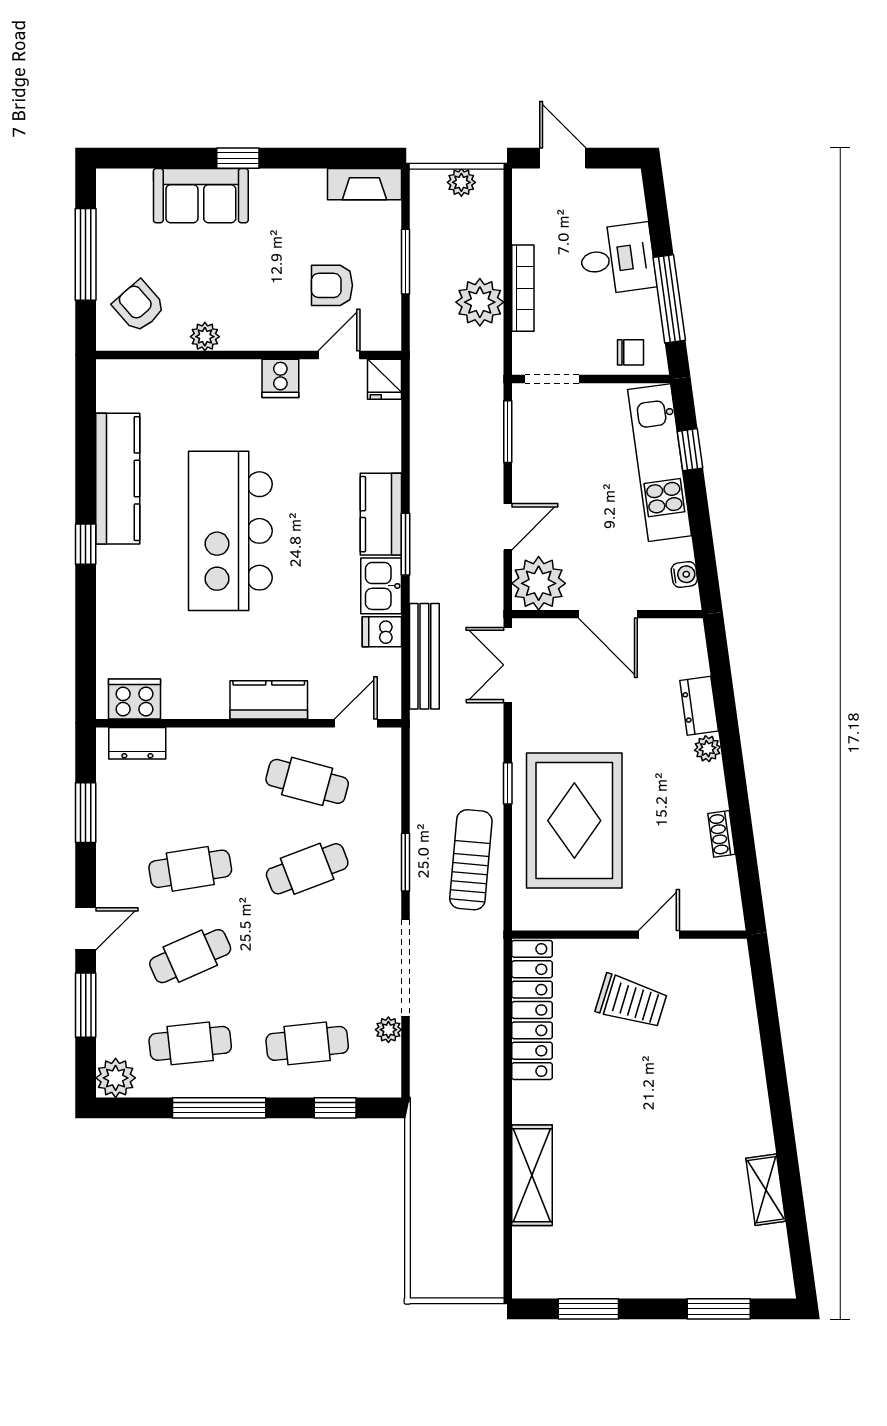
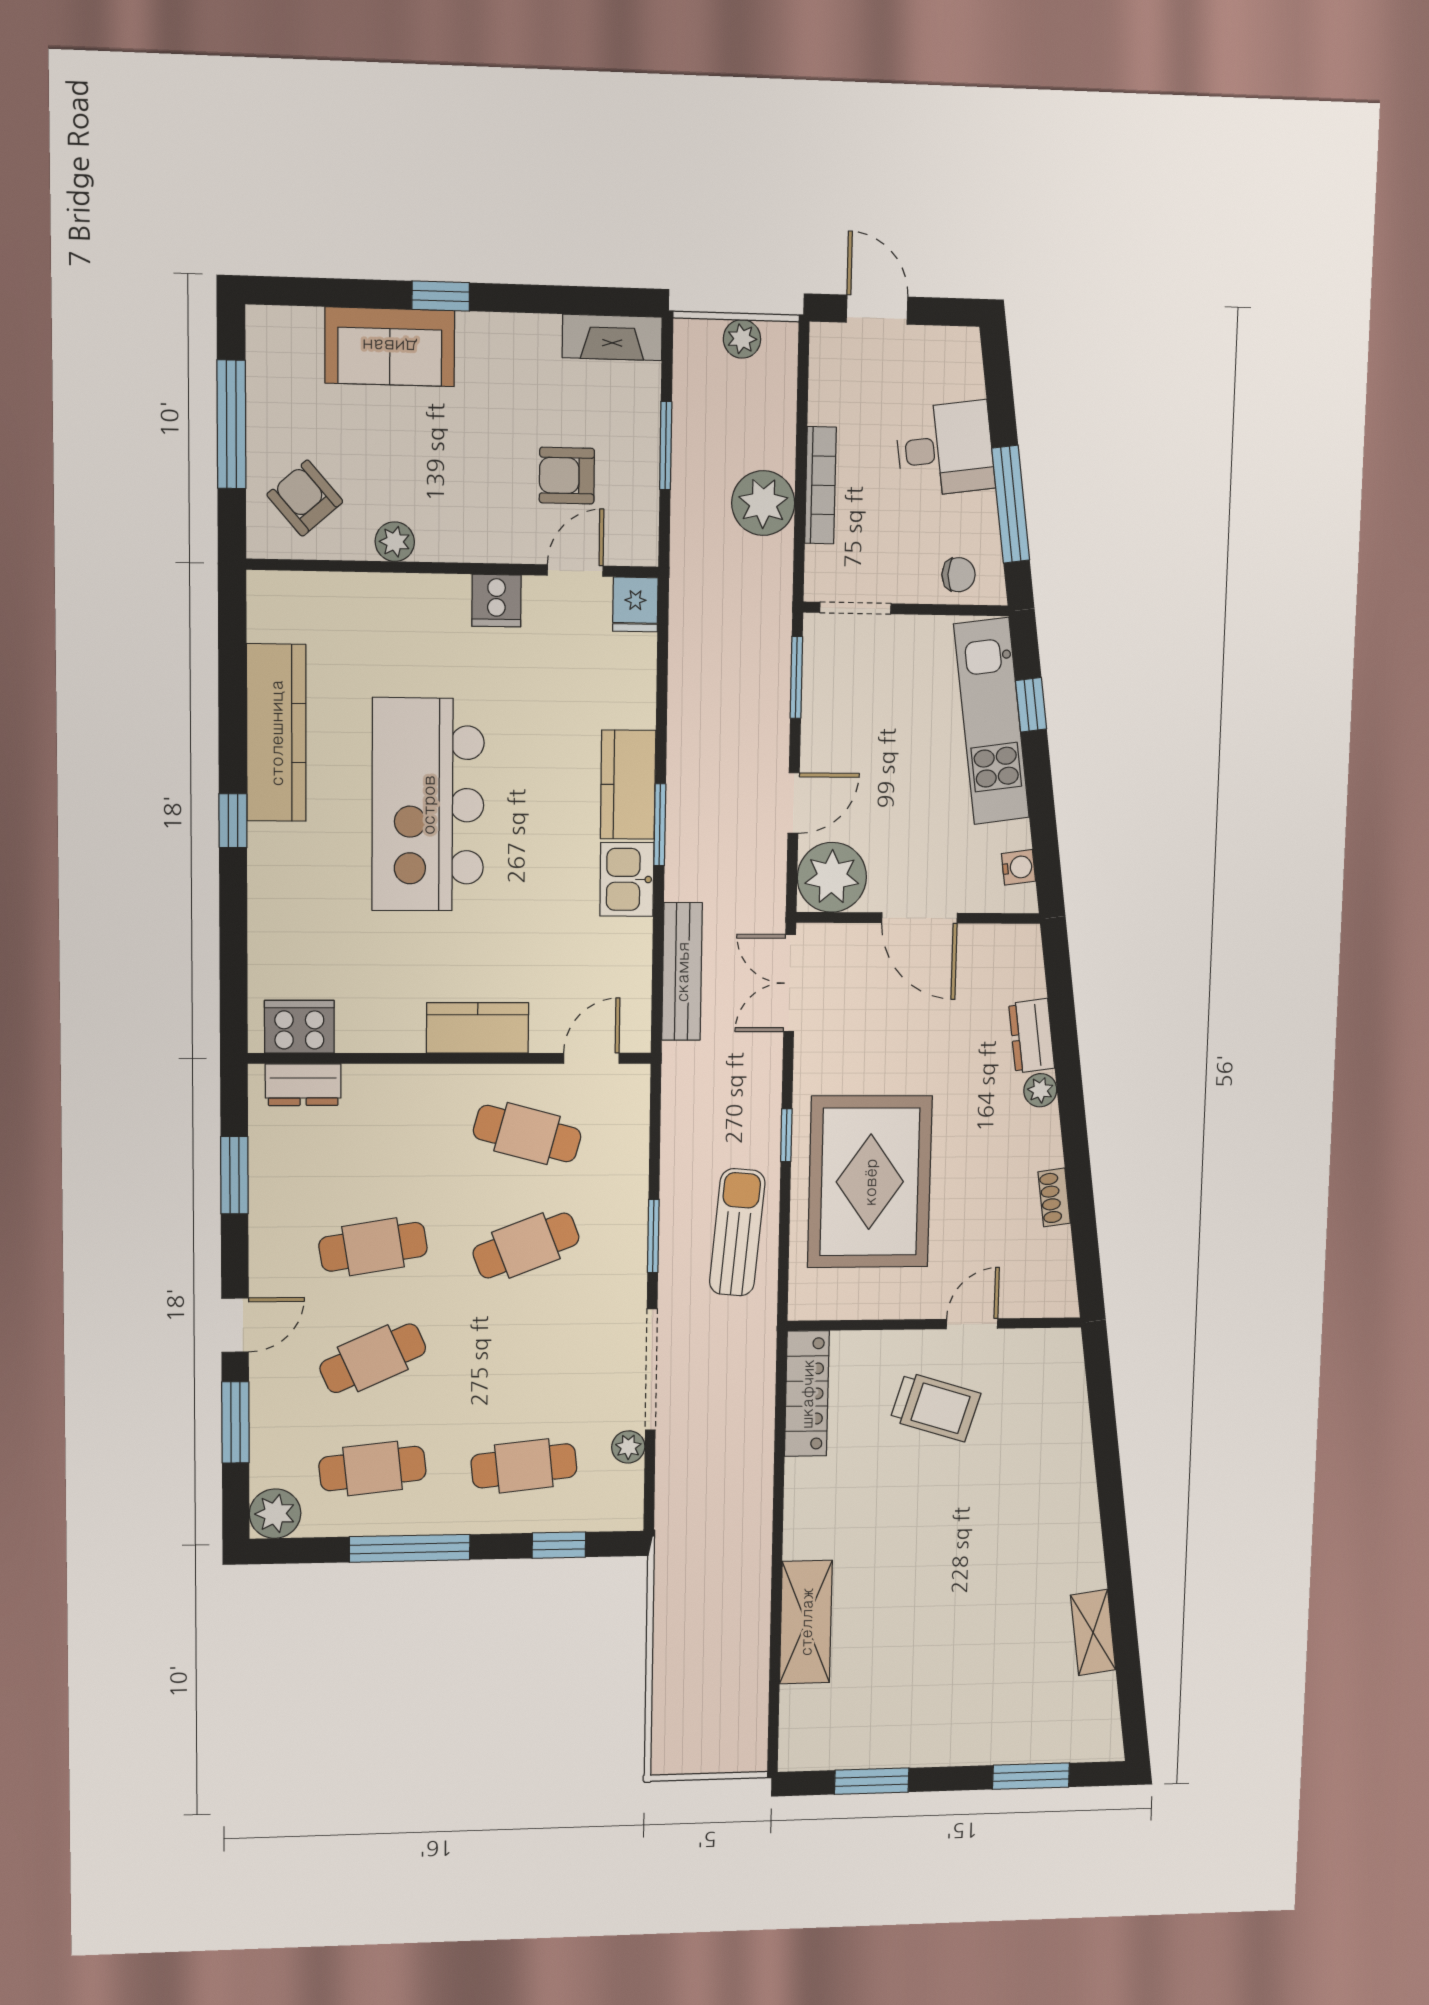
dishwasher: (382, 632) -> (627, 940), removed
locker: (532, 1010) -> (807, 1394), width x0.71, depth x0.83

